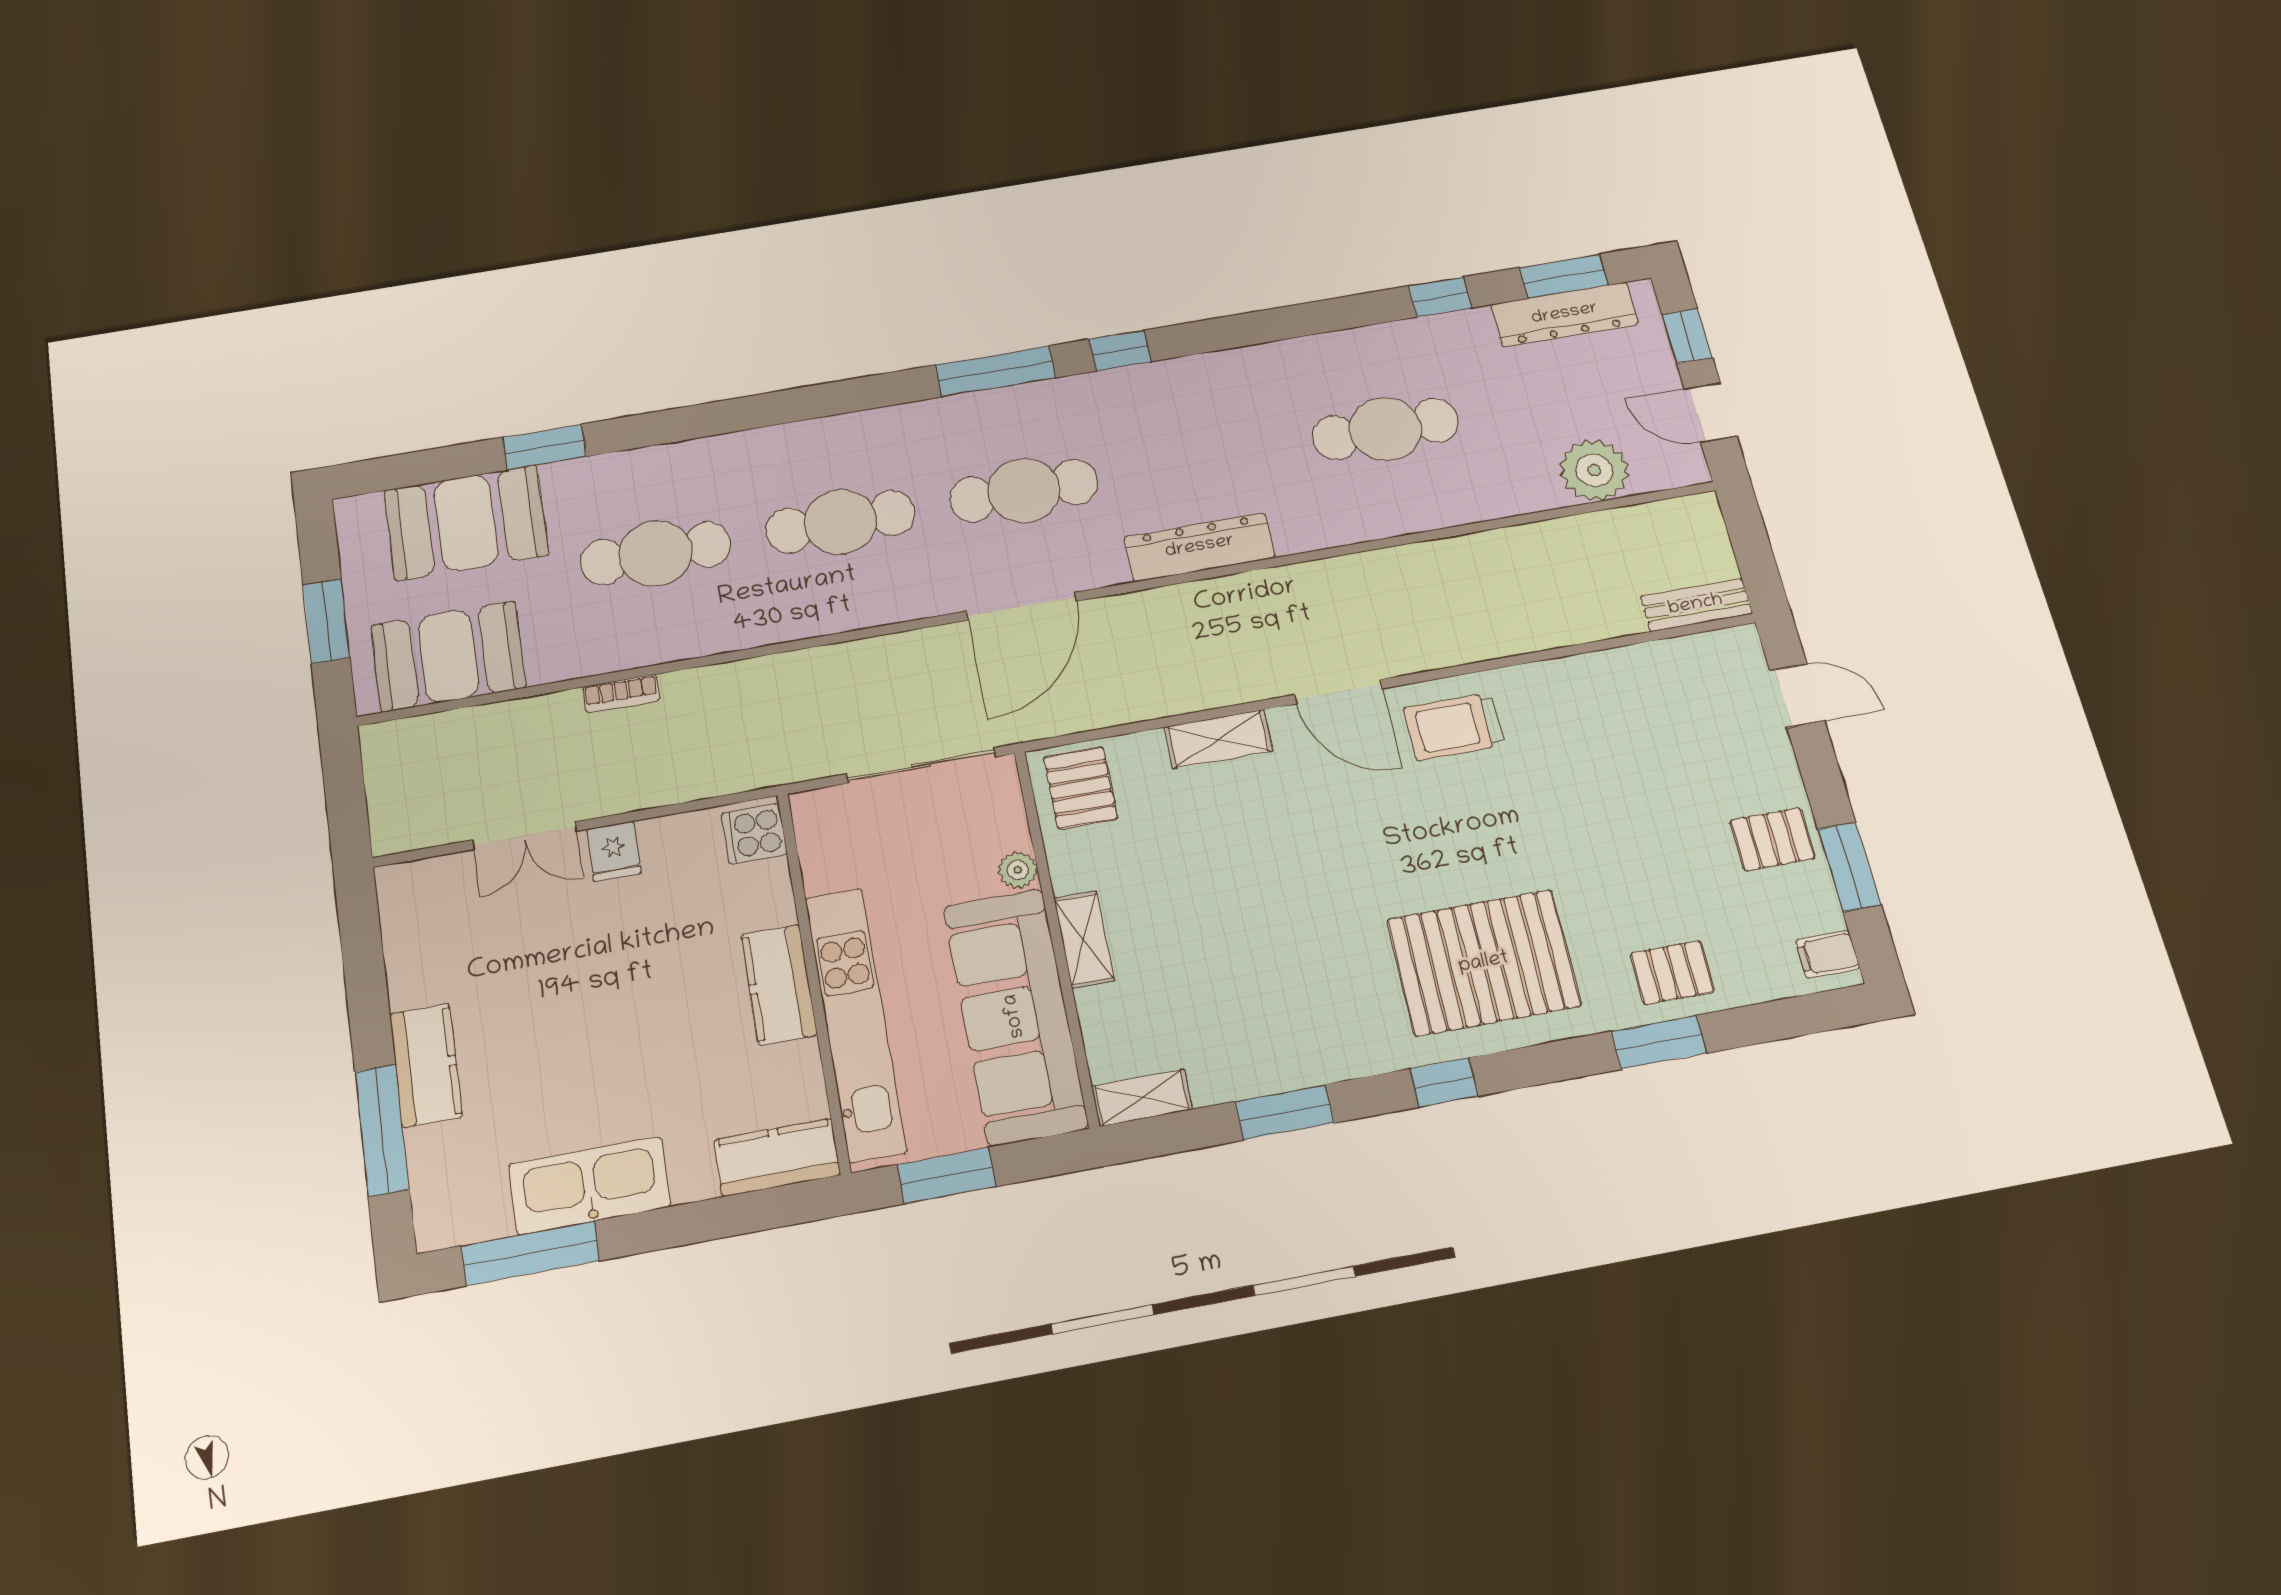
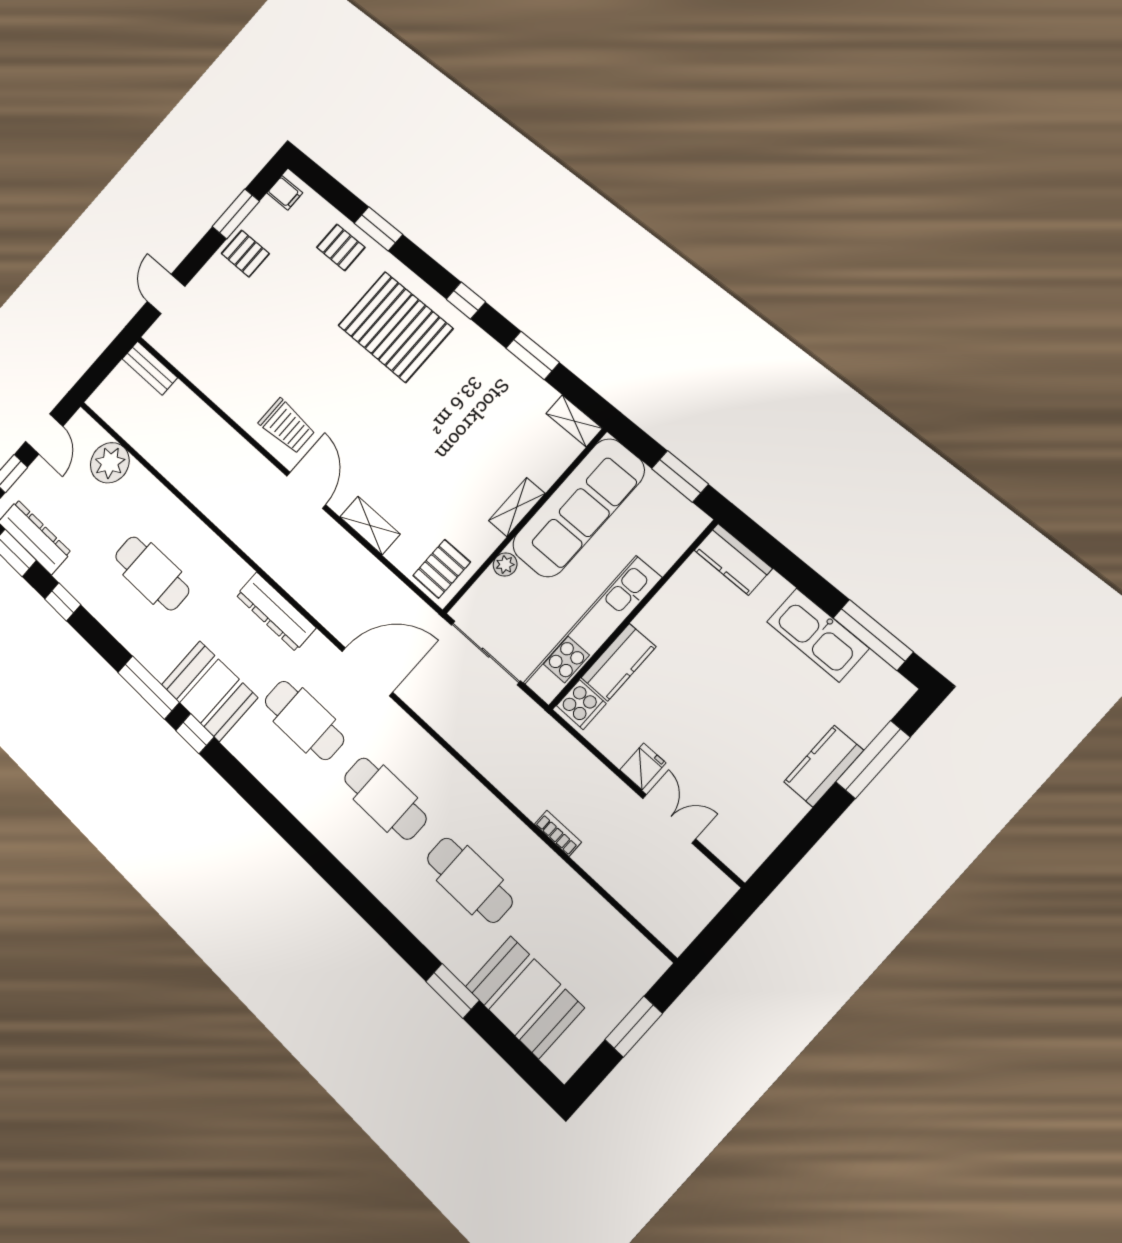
window: (996, 371) -> (148, 687), moved
booth: (448, 656) -> (209, 691), moved
kitchen counter: (779, 984) -> (619, 662), moved
kitchen unit: (855, 1024) -> (592, 630), moved

